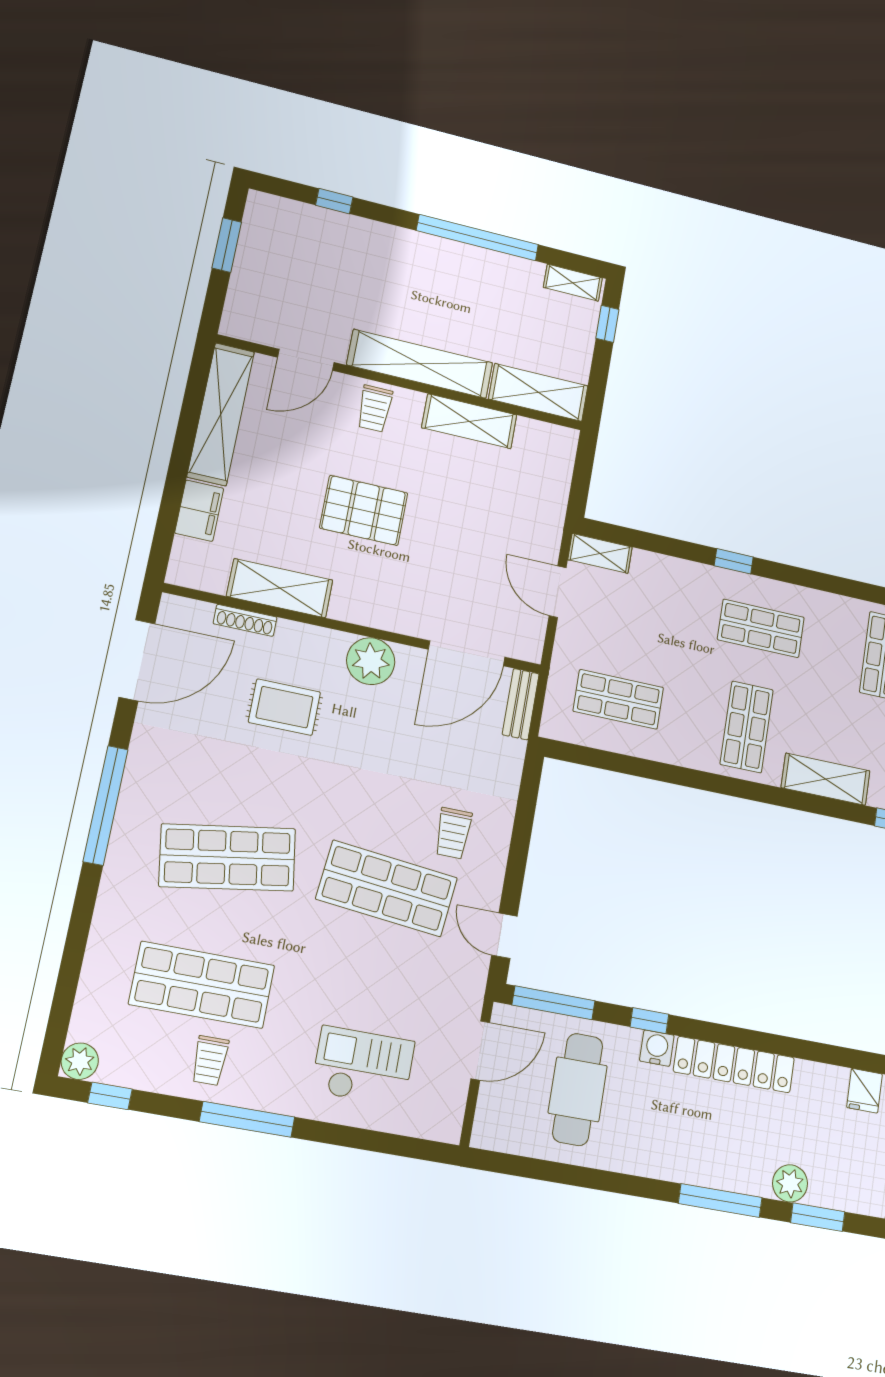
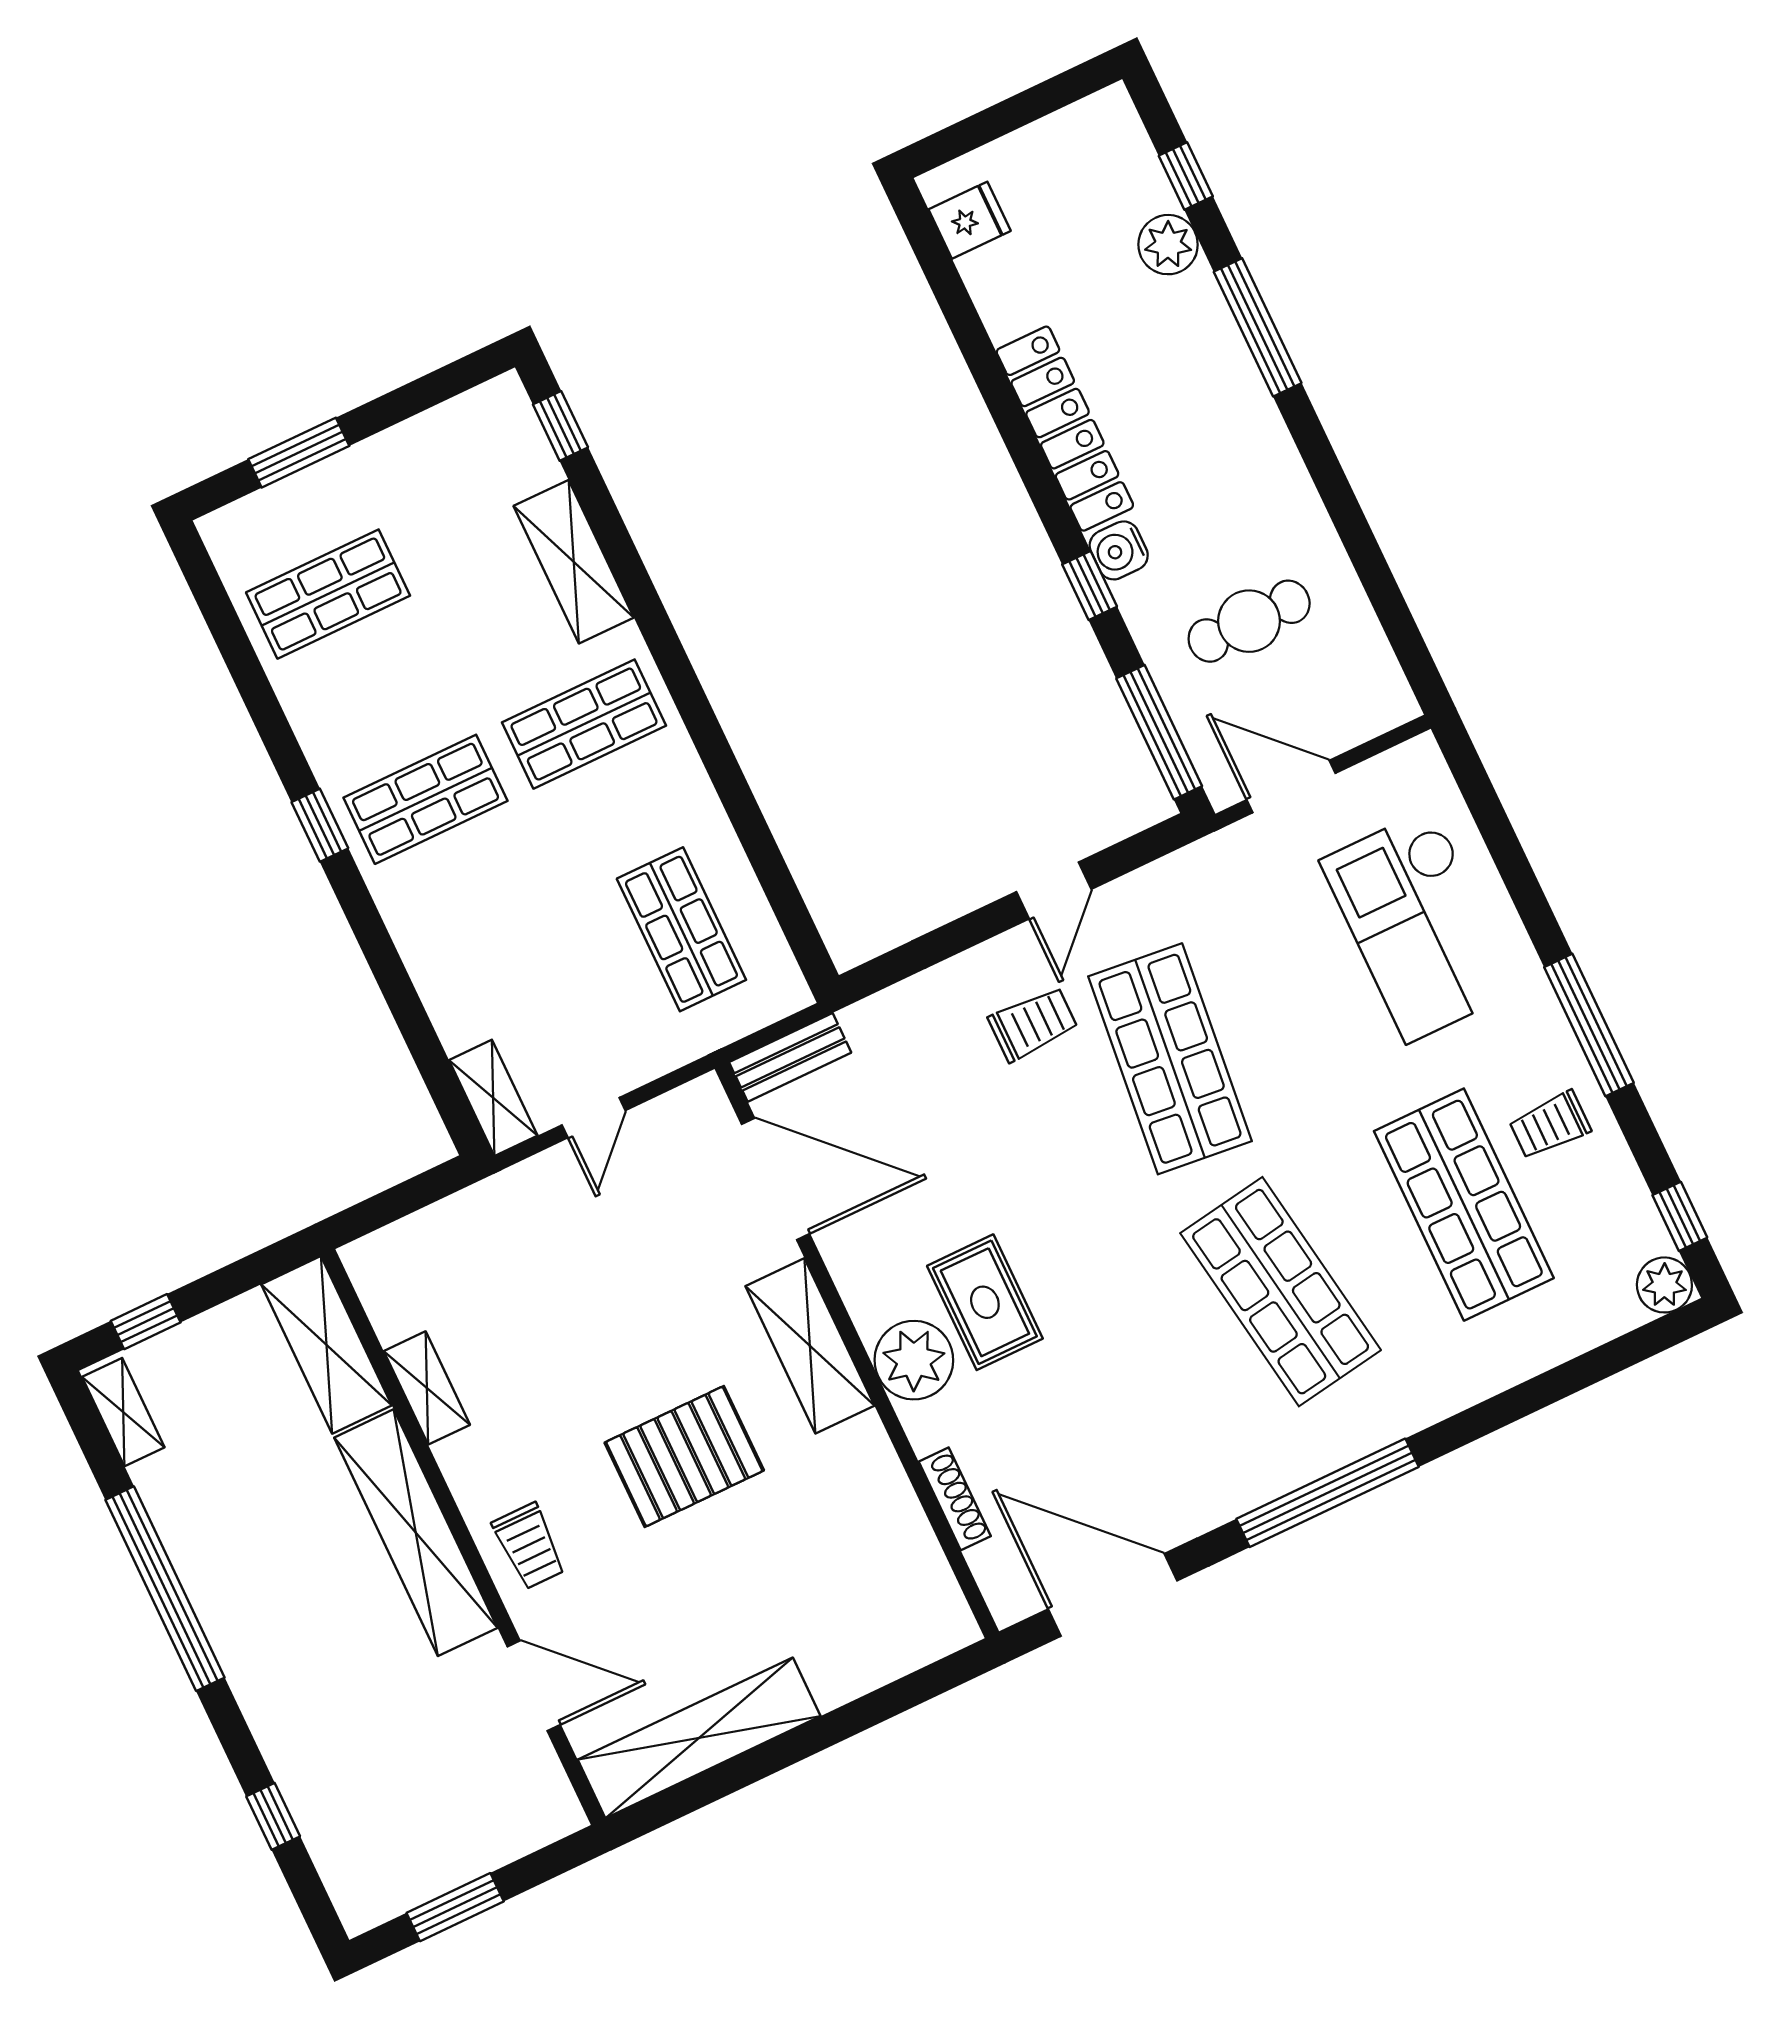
trolley: (375, 409) -> (529, 1546), turned 90
shelving: (469, 421) -> (427, 1388), width x0.67, depth x0.75
pallet: (364, 510) -> (684, 1456), turned 90
filing cabinet: (199, 511) -> (853, 1666), removed
window: (734, 561) -> (320, 825), moved
shelving: (280, 588) -> (810, 1346), moved
door: (558, 592) -> (594, 1118), width x0.73
shop shelf: (761, 628) -> (426, 799), turned 90
plant: (371, 661) -> (914, 1360), moved
rug: (284, 707) -> (985, 1302), moved
door: (504, 936) -> (1054, 890), moved
trolley: (210, 1061) -> (1550, 1125), turned 180
checkout: (363, 1066) -> (1420, 925), width x1.36, depth x1.21
cafe table: (578, 1089) -> (1249, 621), width x0.73, depth x0.74
window: (818, 1217) -> (1186, 176), width x0.67

